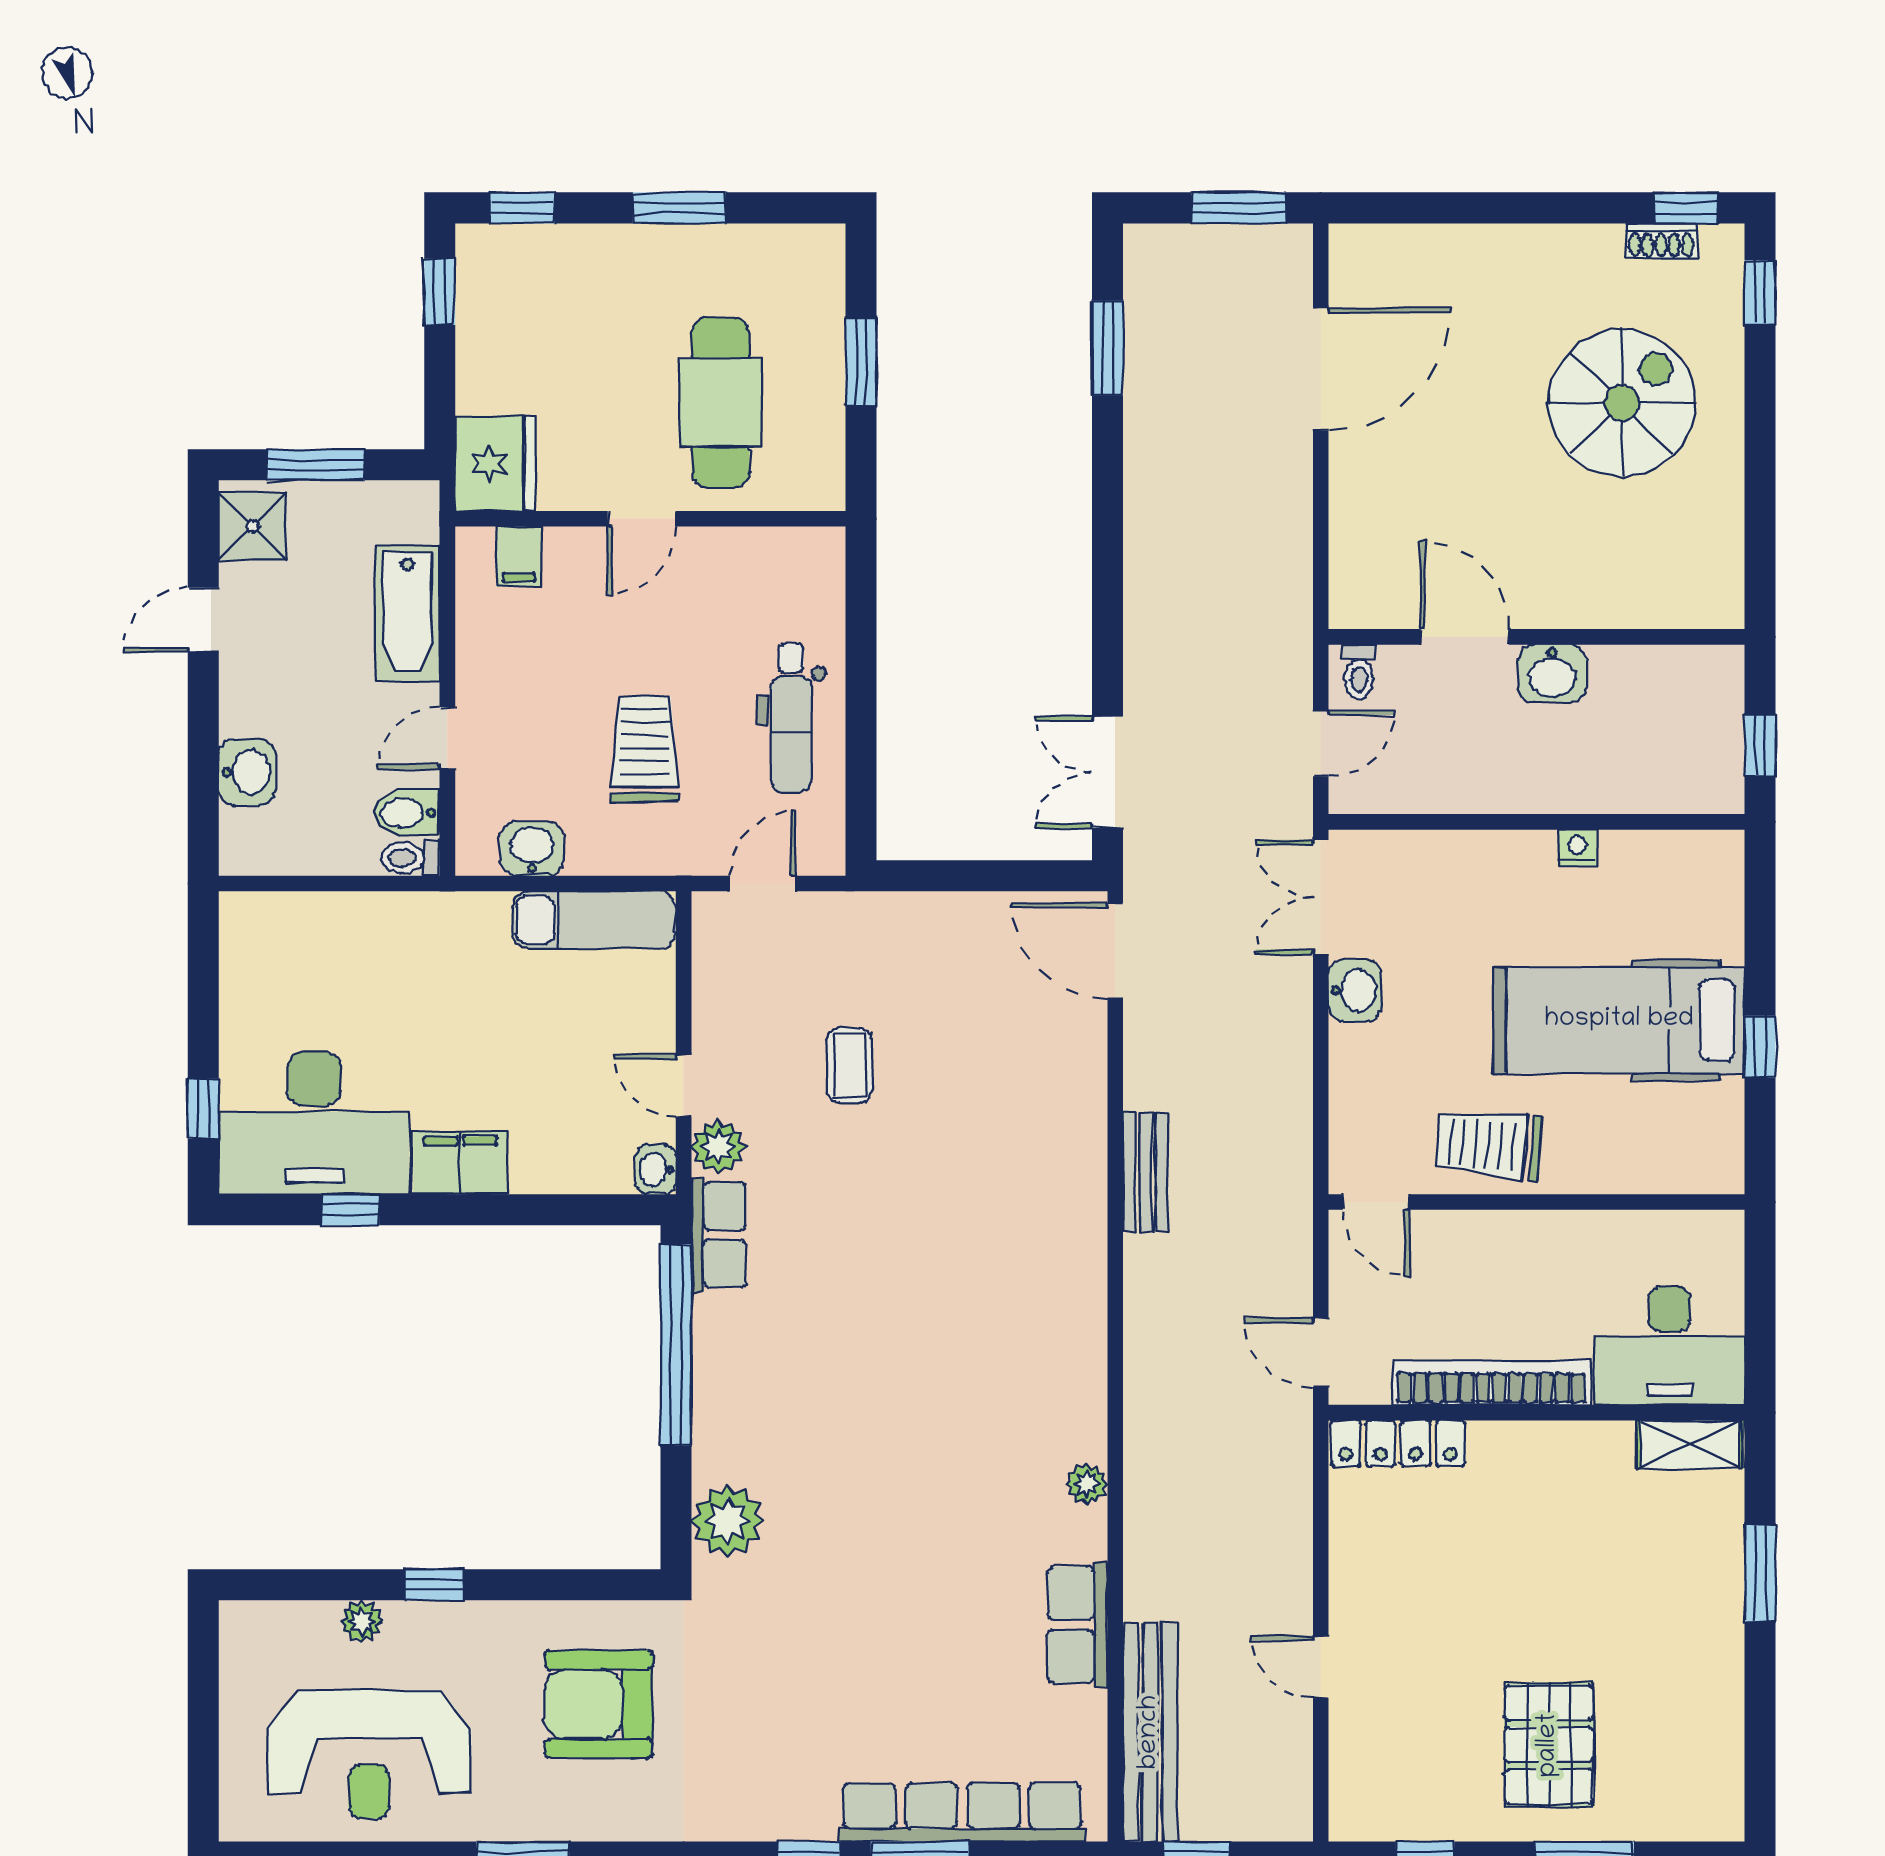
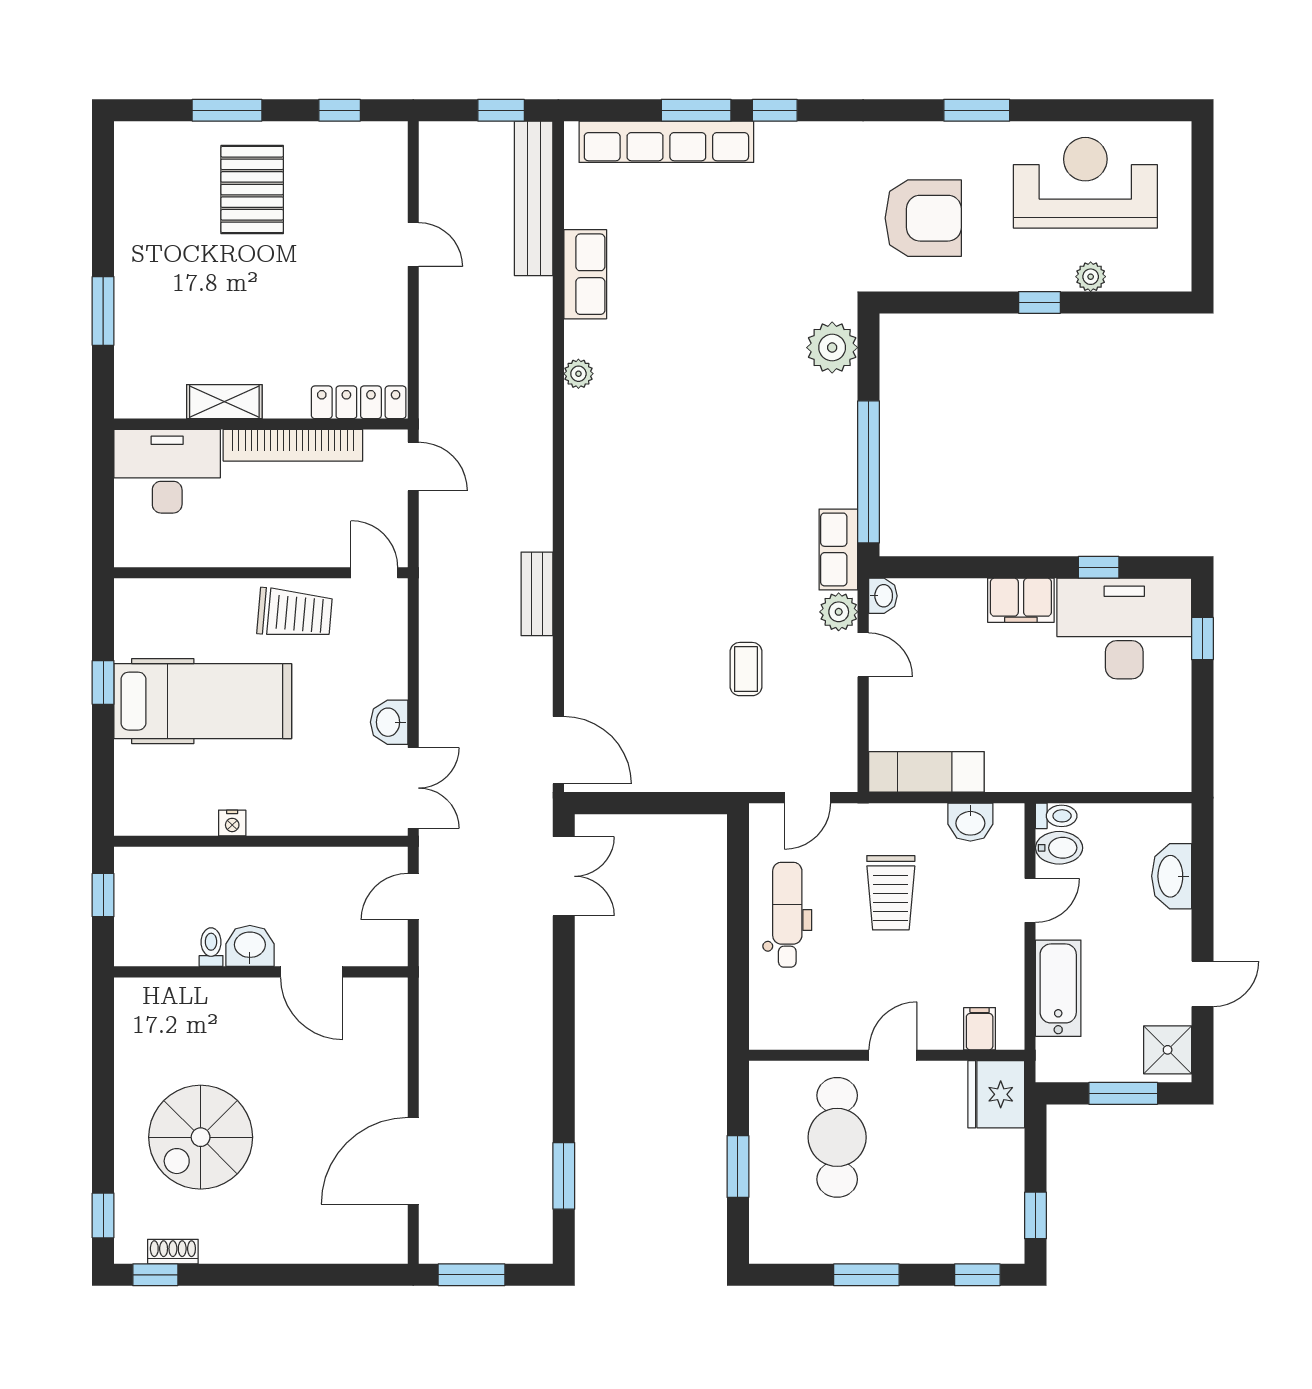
toilet: (1359, 672) -> (211, 947), moved
washbasin: (247, 772) -> (1172, 876), width x1.38
shelving: (1690, 1444) -> (224, 402), moved

